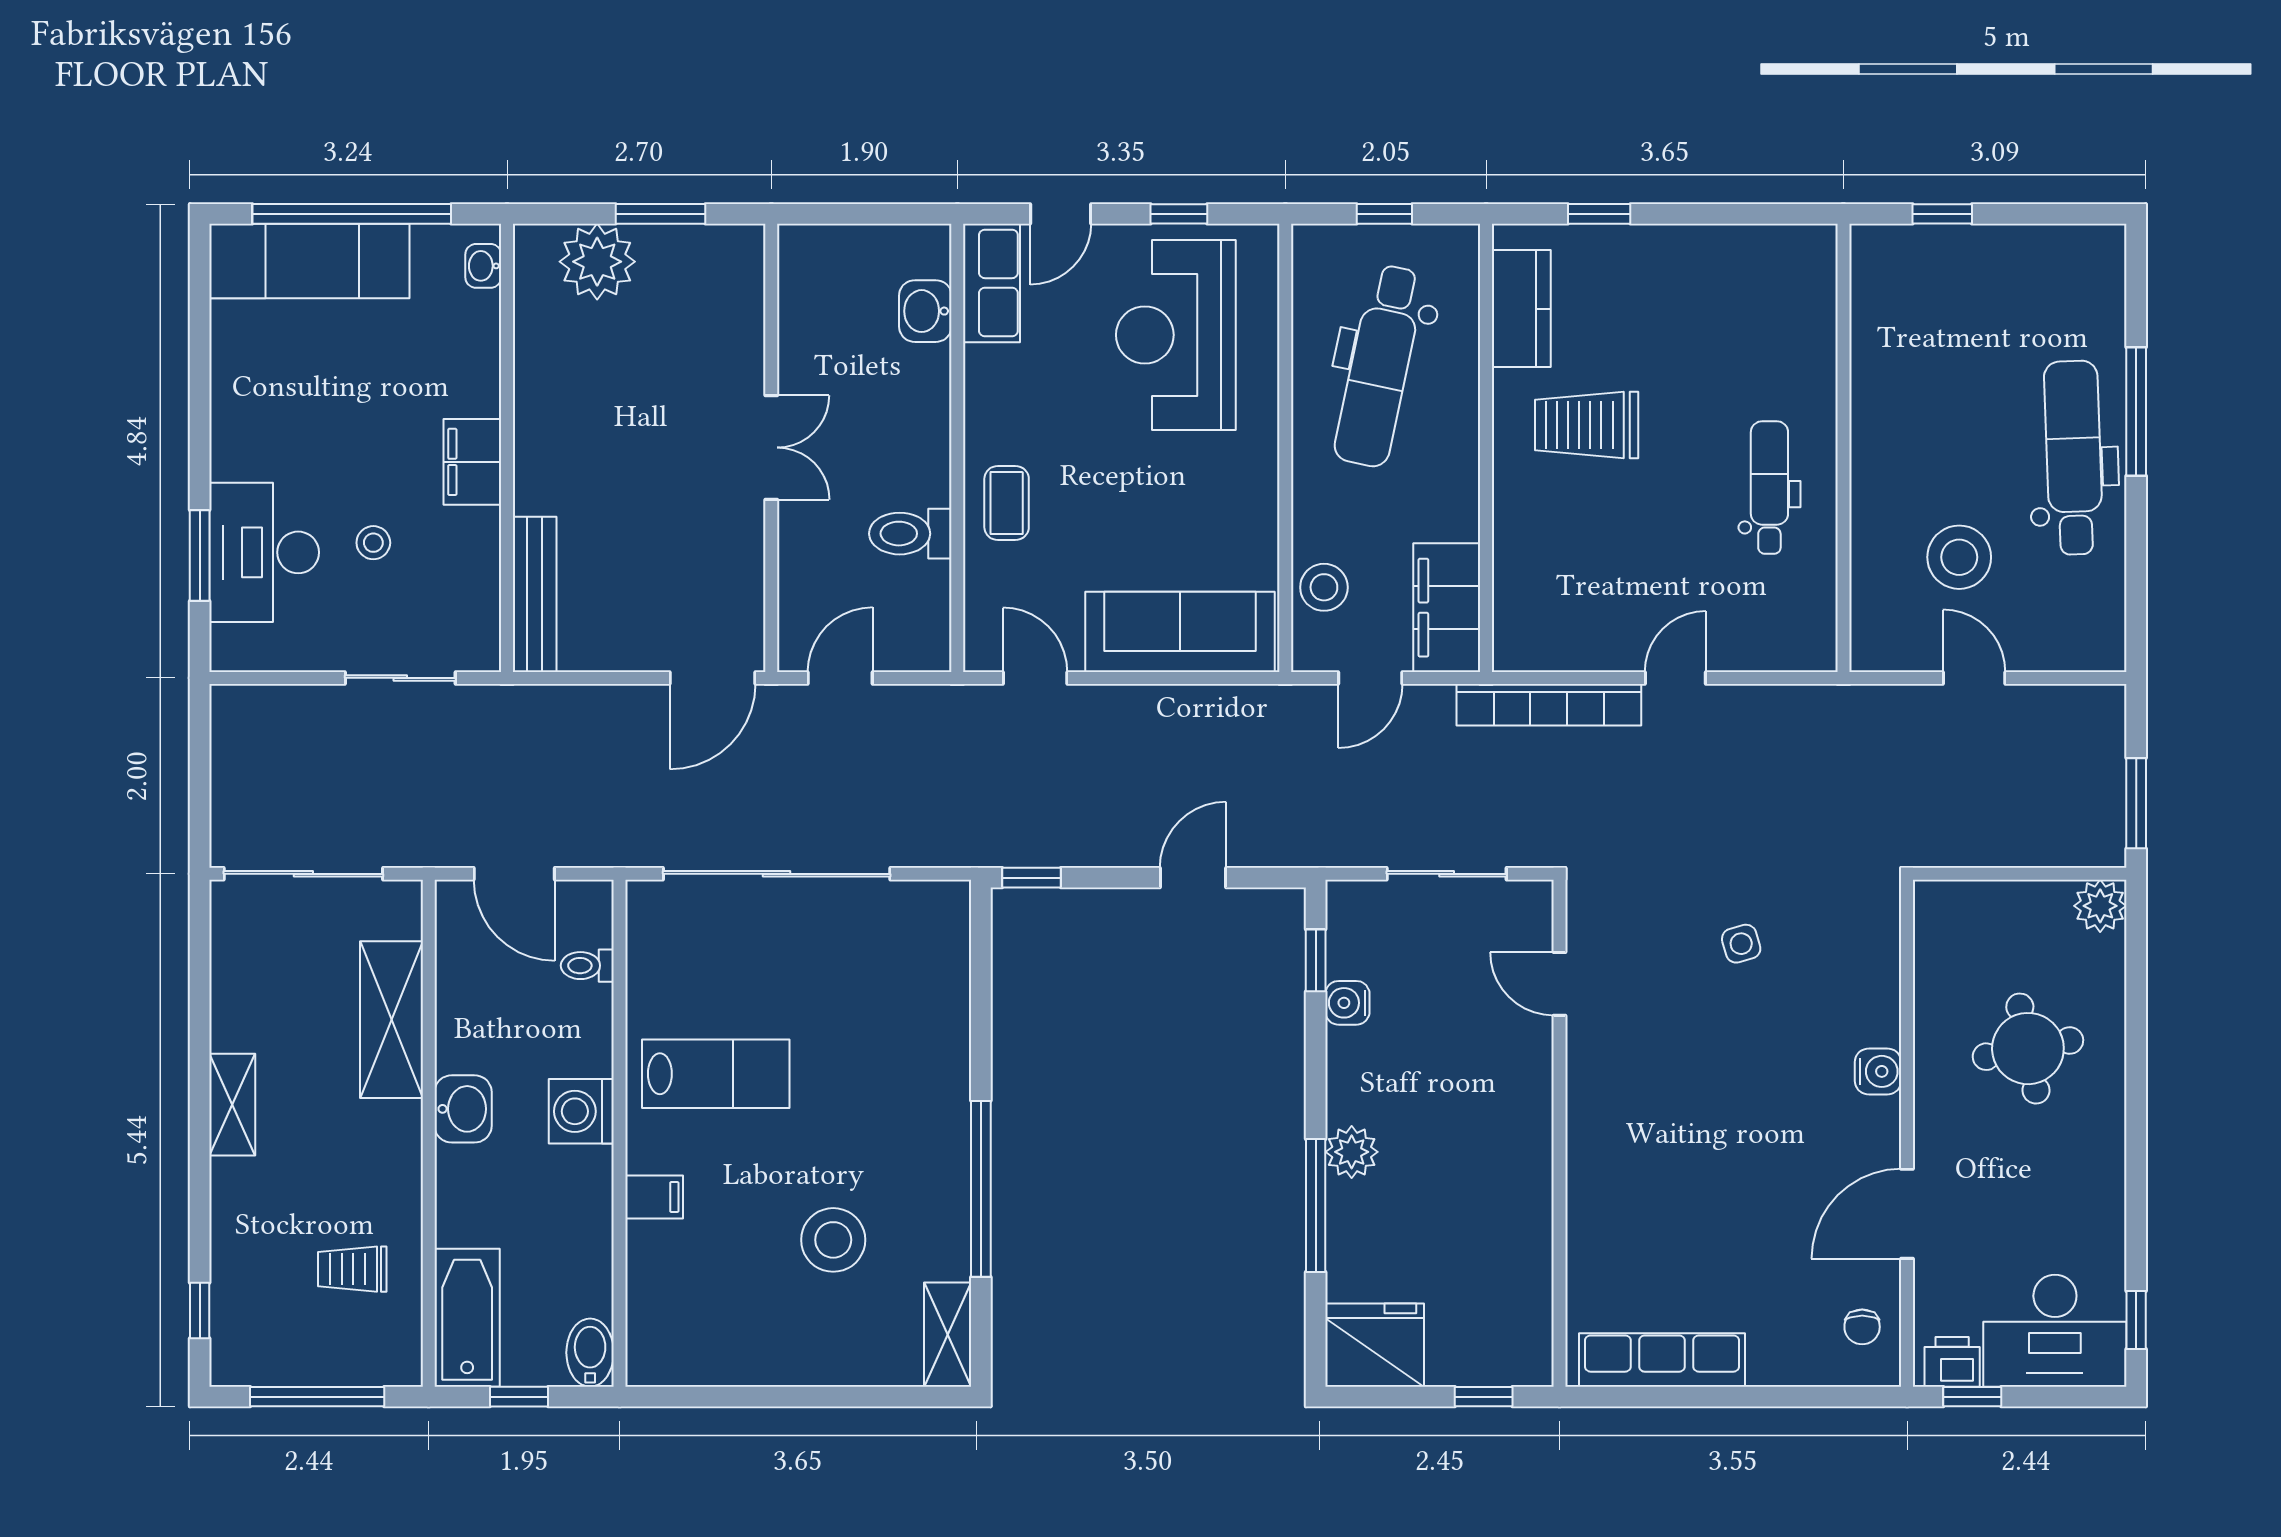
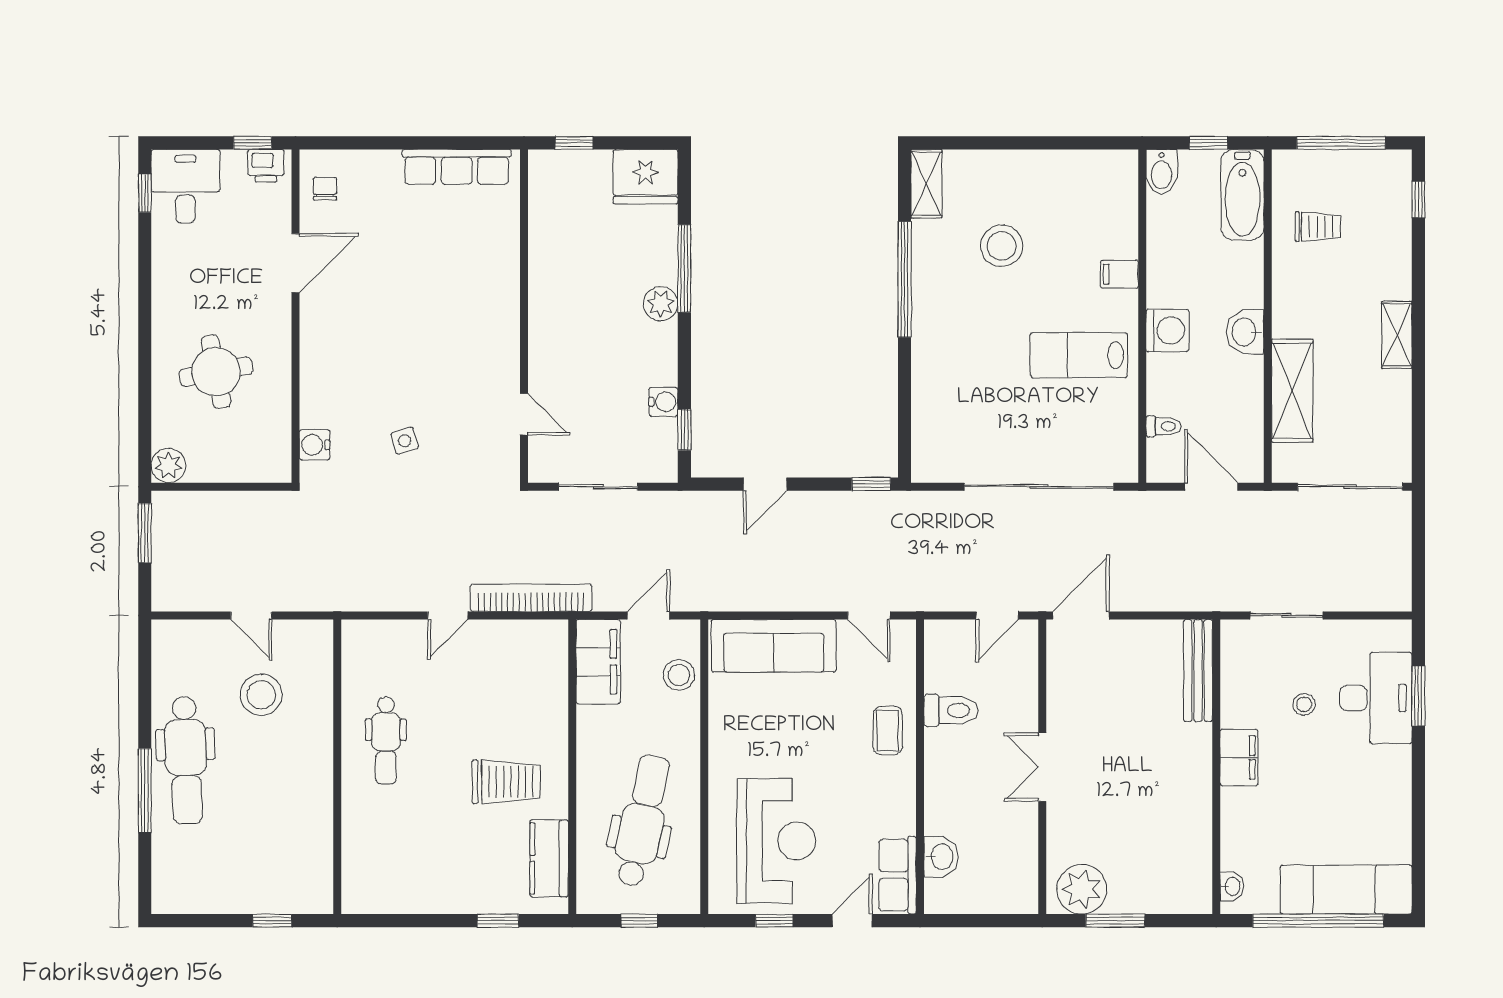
plant: (597, 262) -> (1082, 889), moved
water cooler: (1878, 1071) -> (315, 445), moved
desk: (2055, 1331) -> (185, 186), width x0.73

